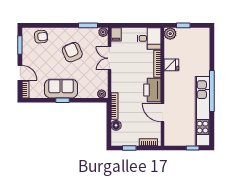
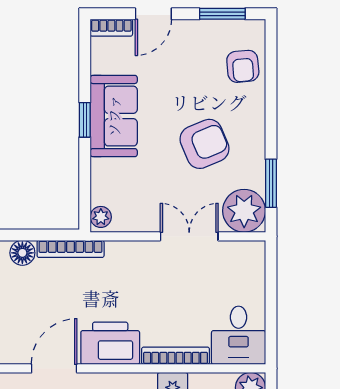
plant: (103, 32) -> (244, 211), width x1.87, depth x1.87
filing cabinet: (116, 34) -> (249, 253), removed

